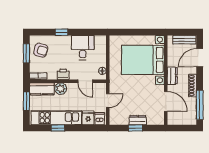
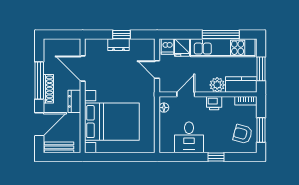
door: (85, 81) -> (186, 94), hinge flipped
door: (108, 101) -> (157, 70), hinge flipped
window: (200, 105) -> (39, 81), moved
window: (58, 128) -> (221, 34), width x2.17

